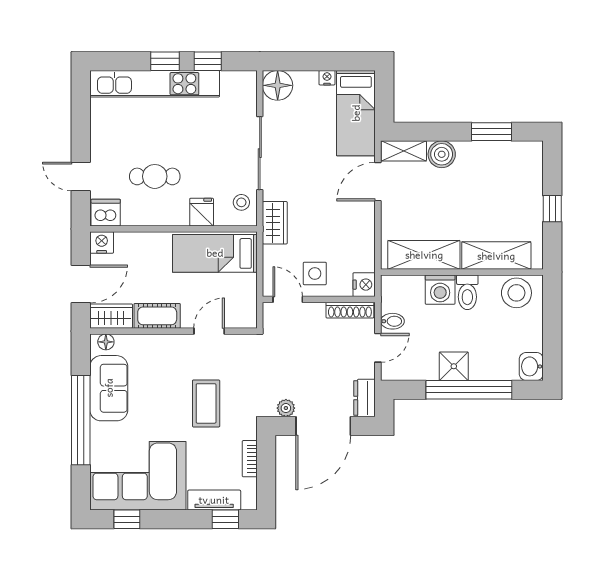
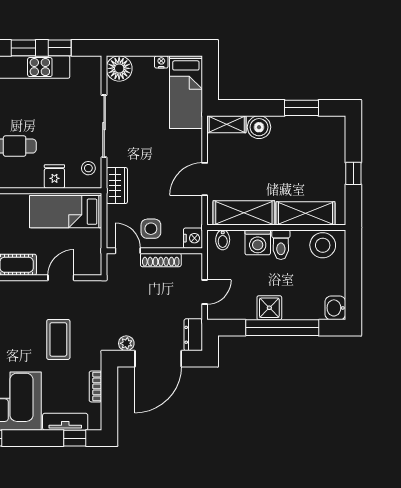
door: (378, 182) -> (205, 179), moved
shoe rack: (350, 310) -> (161, 260), moved
bidet: (392, 321) -> (223, 240), moved, turned 90

